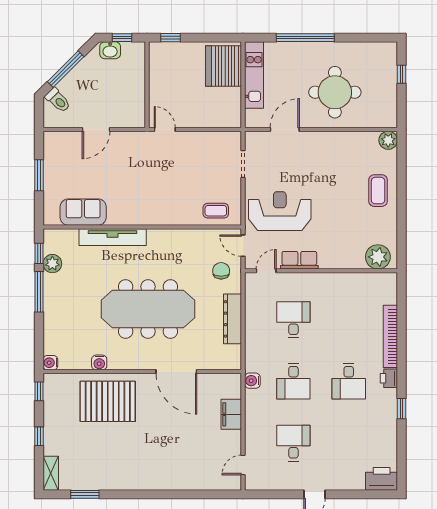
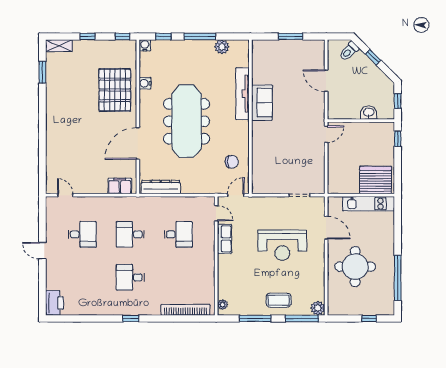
window: (305, 38) -> (398, 278), moved
washbasin: (110, 50) -> (369, 113), moved, turned 90
window: (66, 69) -> (373, 57), width x0.46
window: (402, 161) -> (302, 318), added
coffee table: (216, 211) -> (263, 174), removed
reception desk: (280, 211) -> (282, 245), moved, turned 90
sofa: (83, 212) -> (262, 103), moved
window: (402, 221) -> (255, 318), added
window: (39, 253) -> (163, 37), moved
plant: (378, 257) -> (223, 305), width x0.53, depth x0.53
chair: (221, 271) -> (232, 162), moved
dresser: (232, 319) -> (161, 187), moved
bookcase: (390, 336) -> (186, 310), moved
printer: (389, 378) -> (133, 309), removed
water cooler: (252, 381) -> (131, 202), removed
window: (402, 409) -> (131, 318), moved
filing cabinet: (231, 414) -> (120, 186), moved

